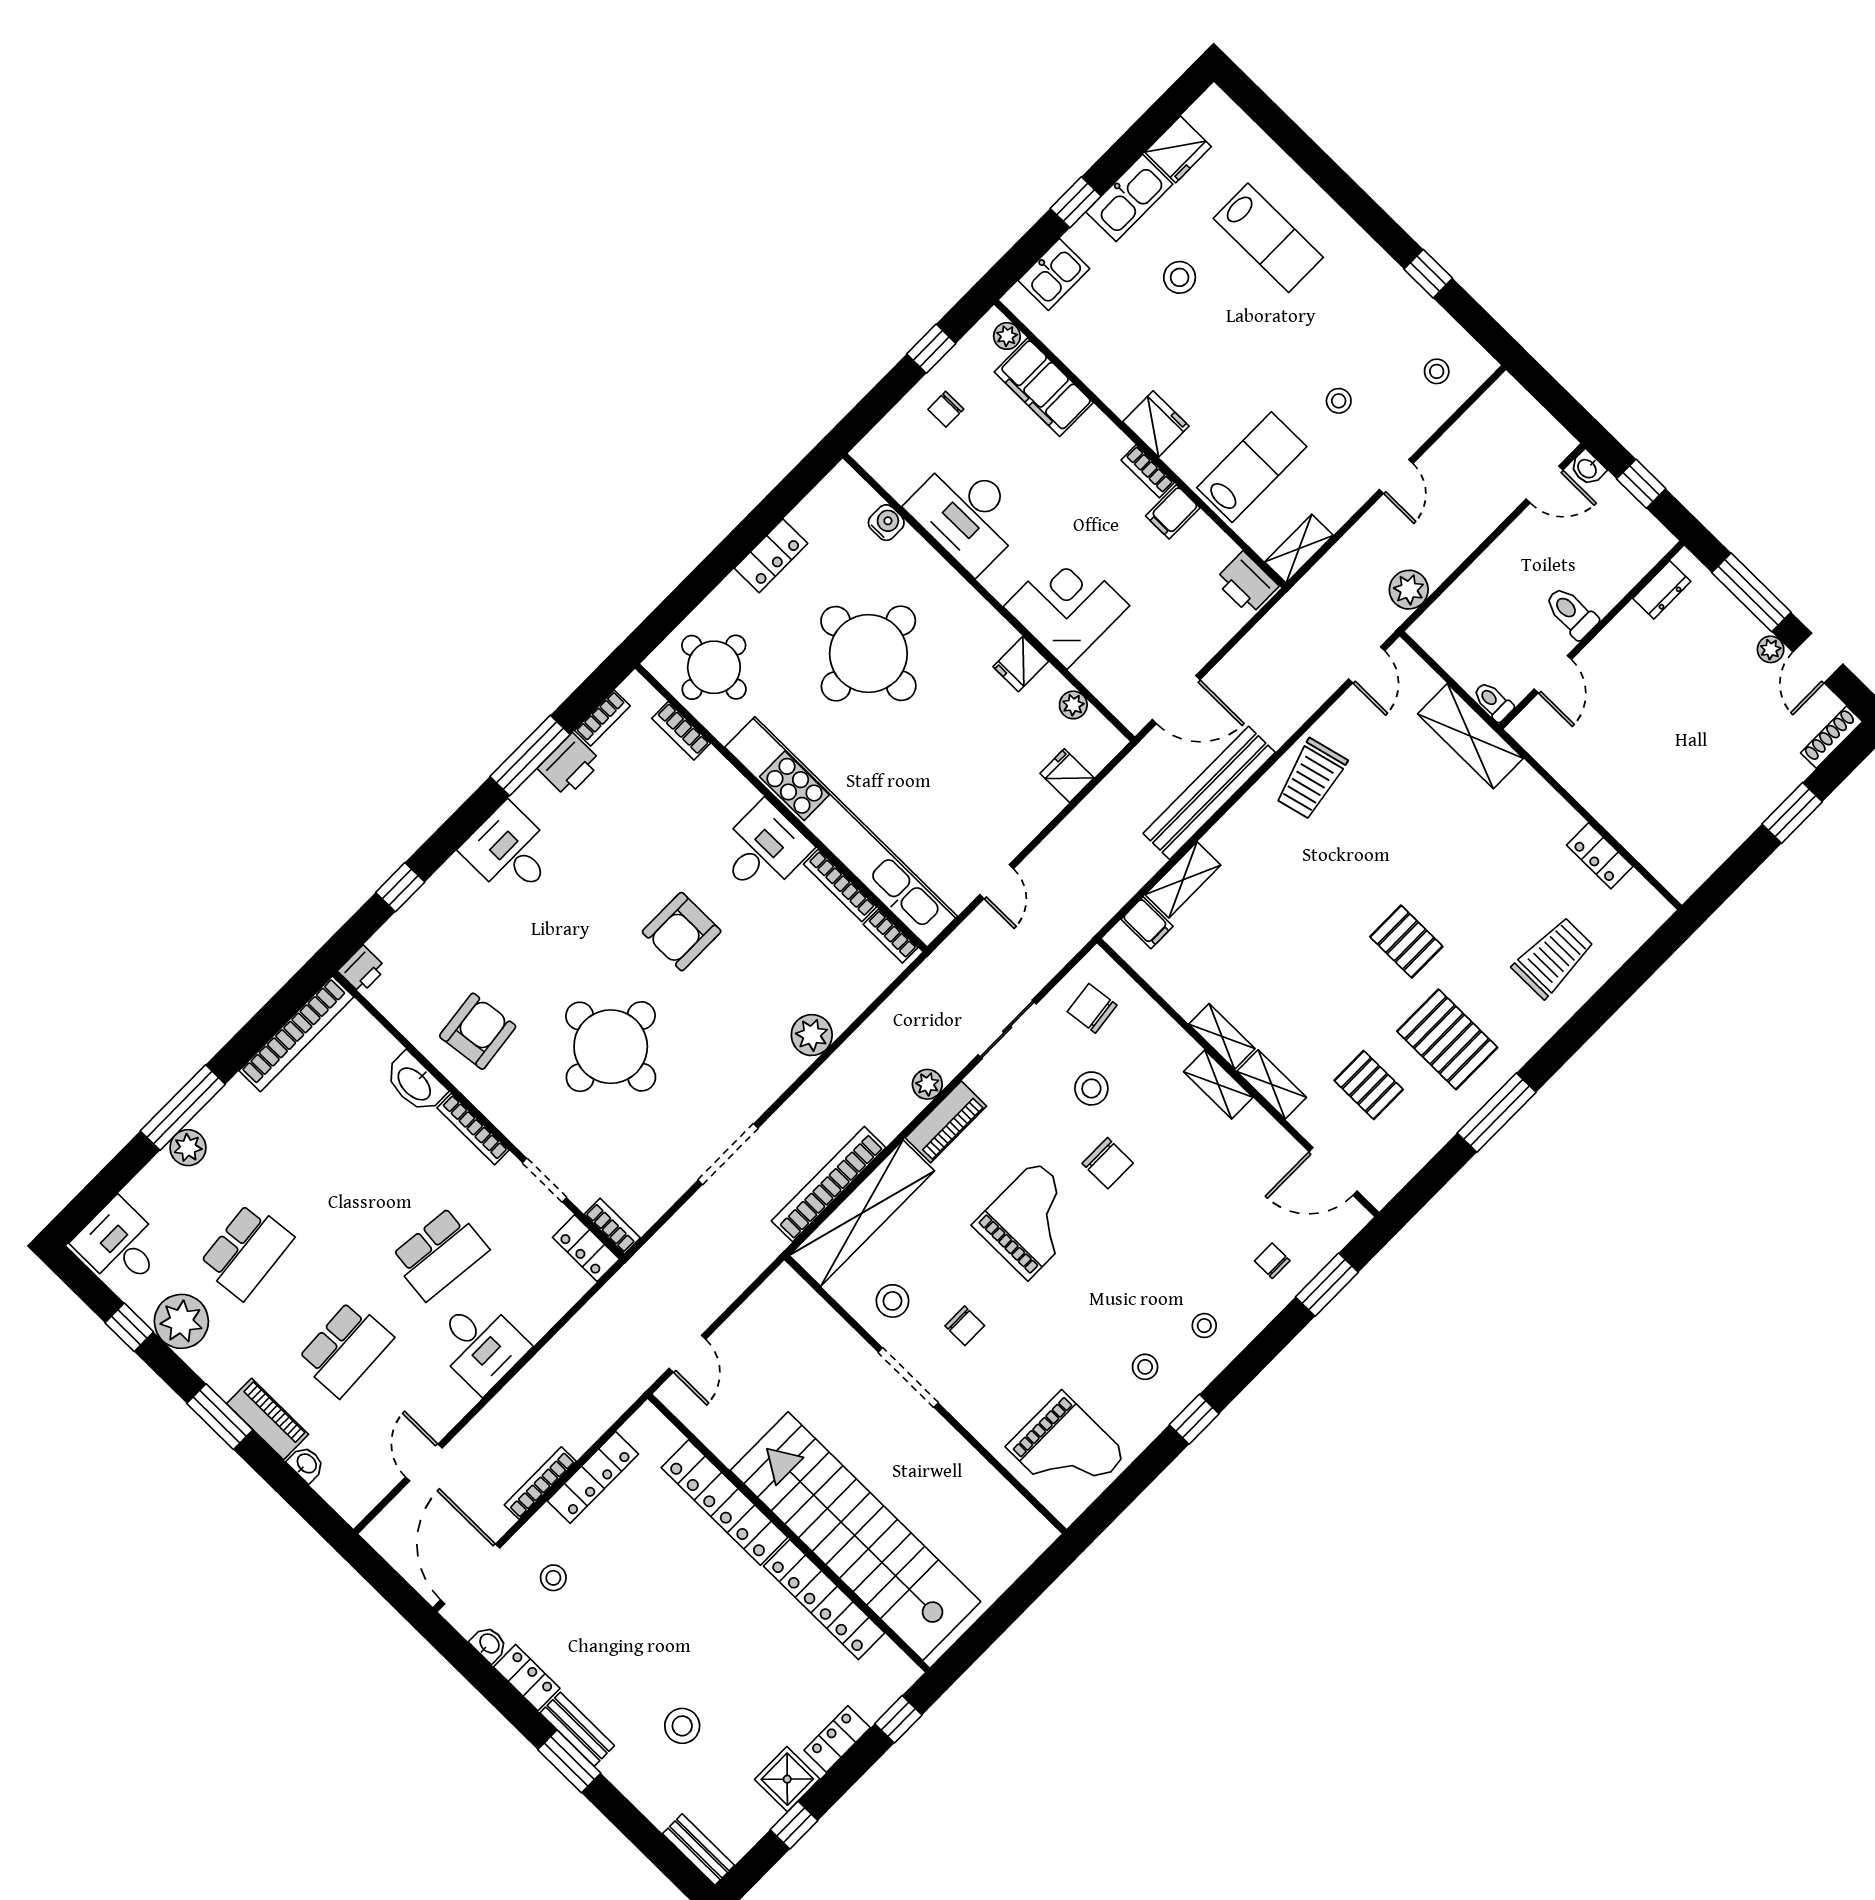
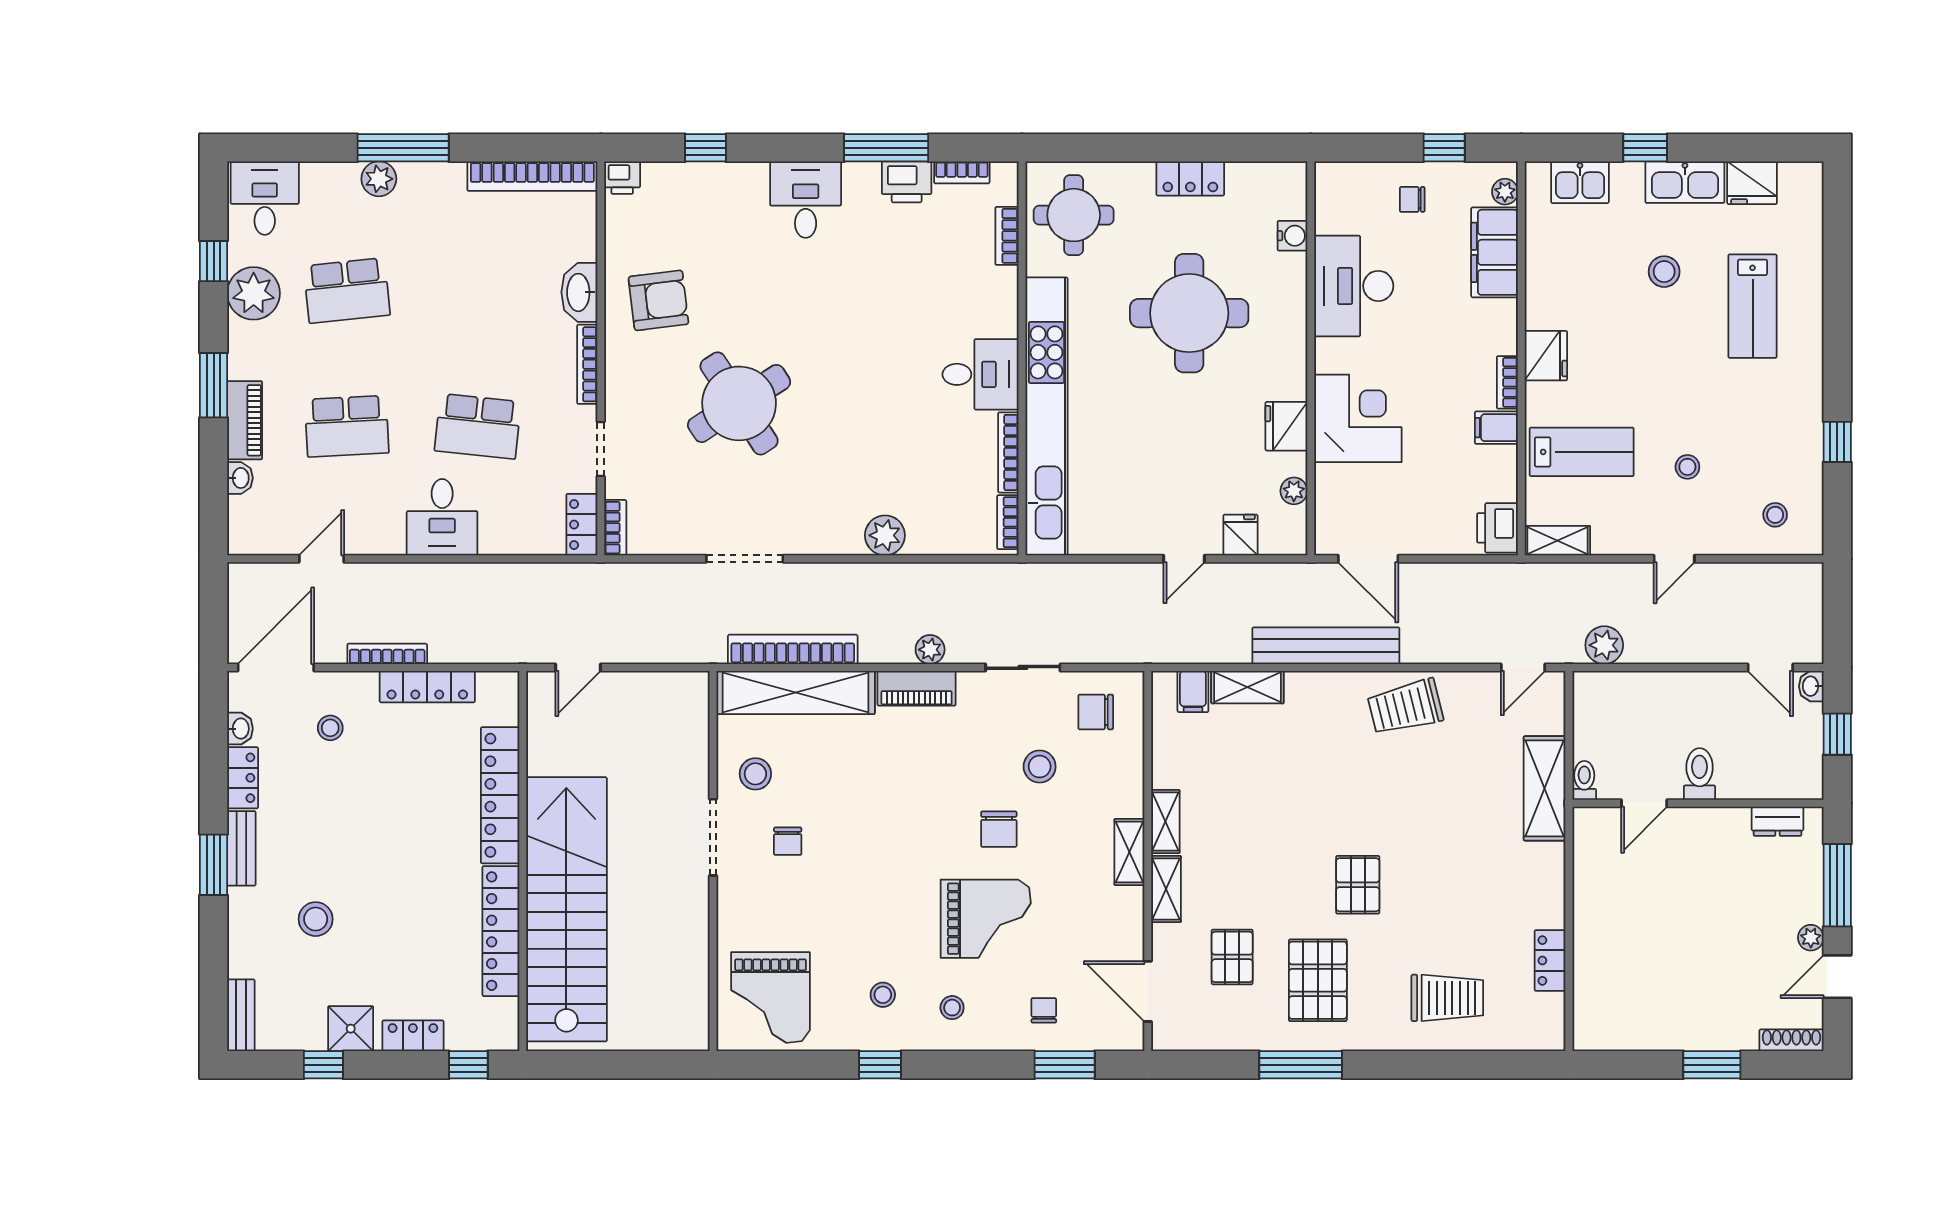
fridge: (1021, 664) -> (1286, 426), width x1.38
door: (997, 882) -> (1184, 559), moved
armchair: (682, 932) -> (868, 374), removed
chair: (1092, 1008) -> (1096, 712), turned -83
round table: (611, 1047) -> (739, 403), turned -33
grand piano: (1032, 1220) -> (986, 919), moved

